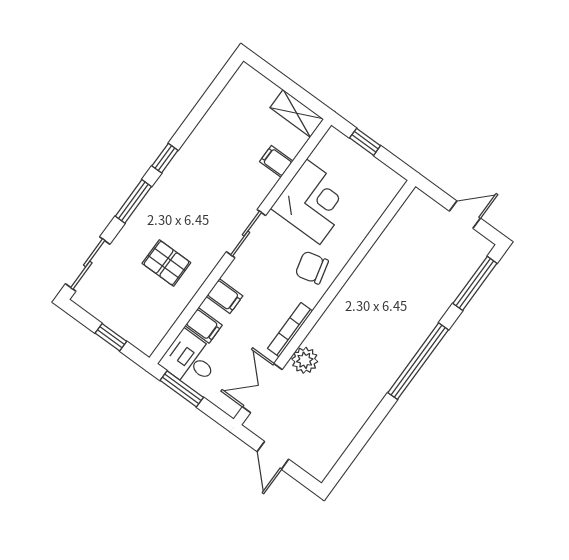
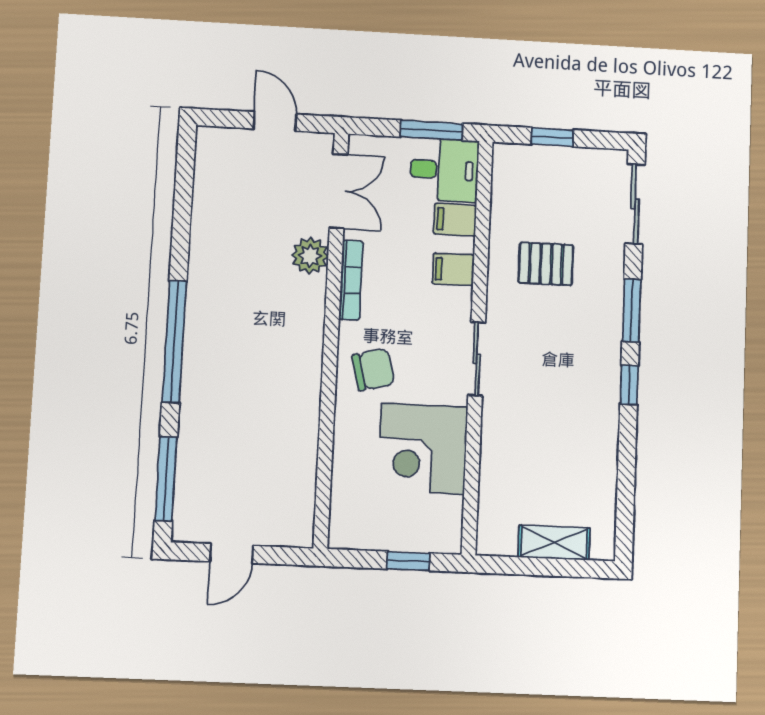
shelving: (297, 113) -> (554, 543), moved
filing cabinet: (276, 161) -> (498, 467), removed

